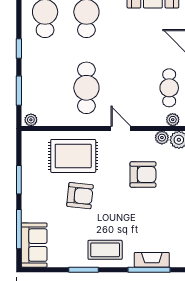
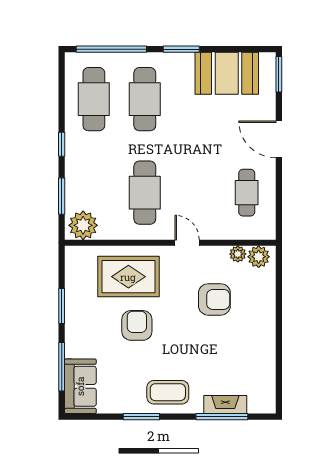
plant: (31, 120) -> (83, 225), width x1.88, depth x1.88
plant: (173, 120) -> (251, 232), removed
armchair: (80, 196) -> (137, 325), turned -96

